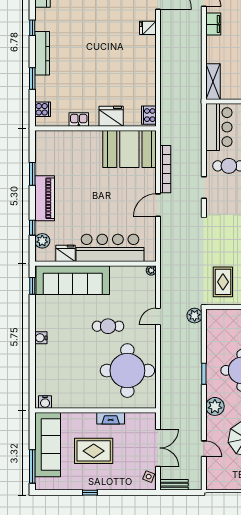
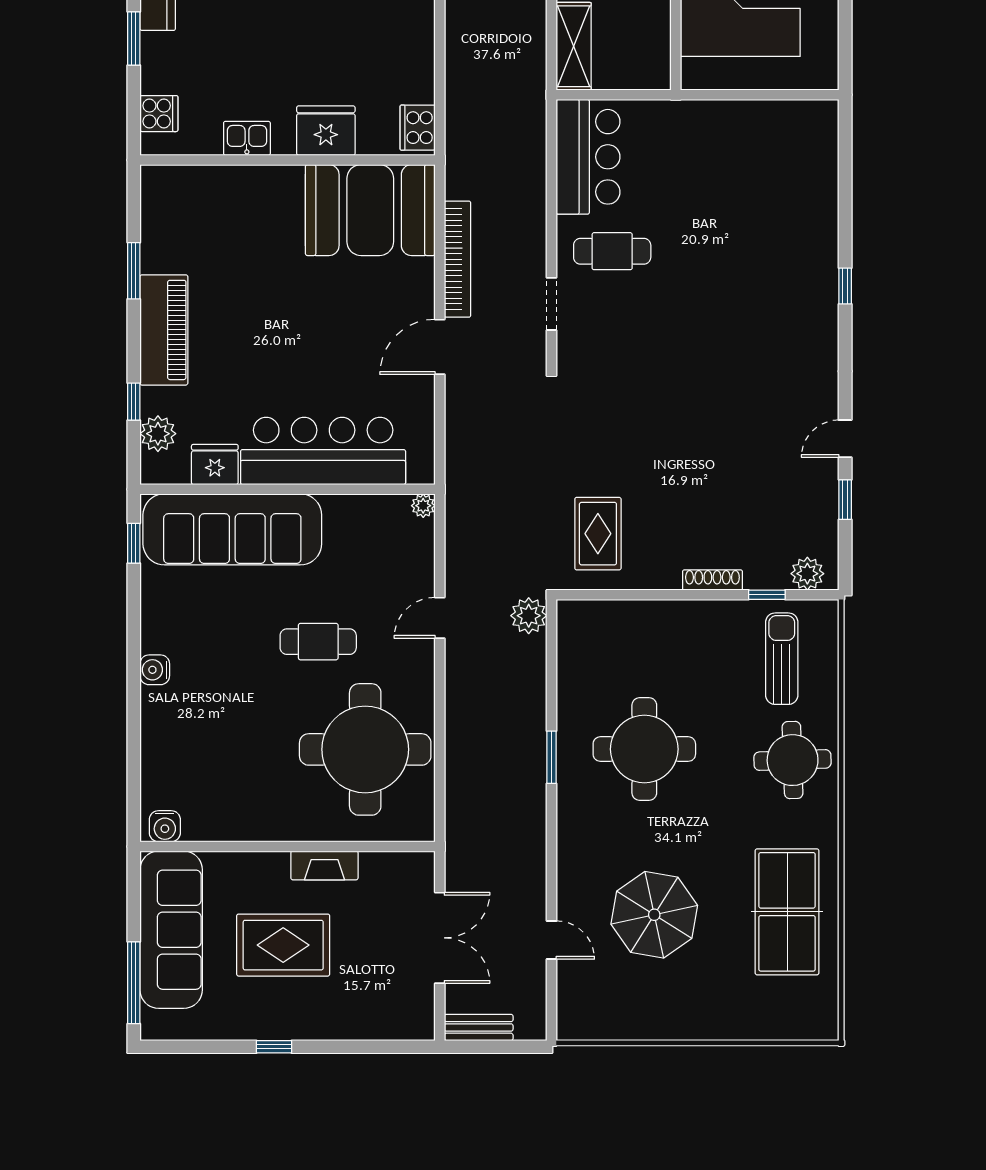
plant: (215, 406) -> (578, 837), removed
side table: (149, 477) -> (417, 1008), removed

